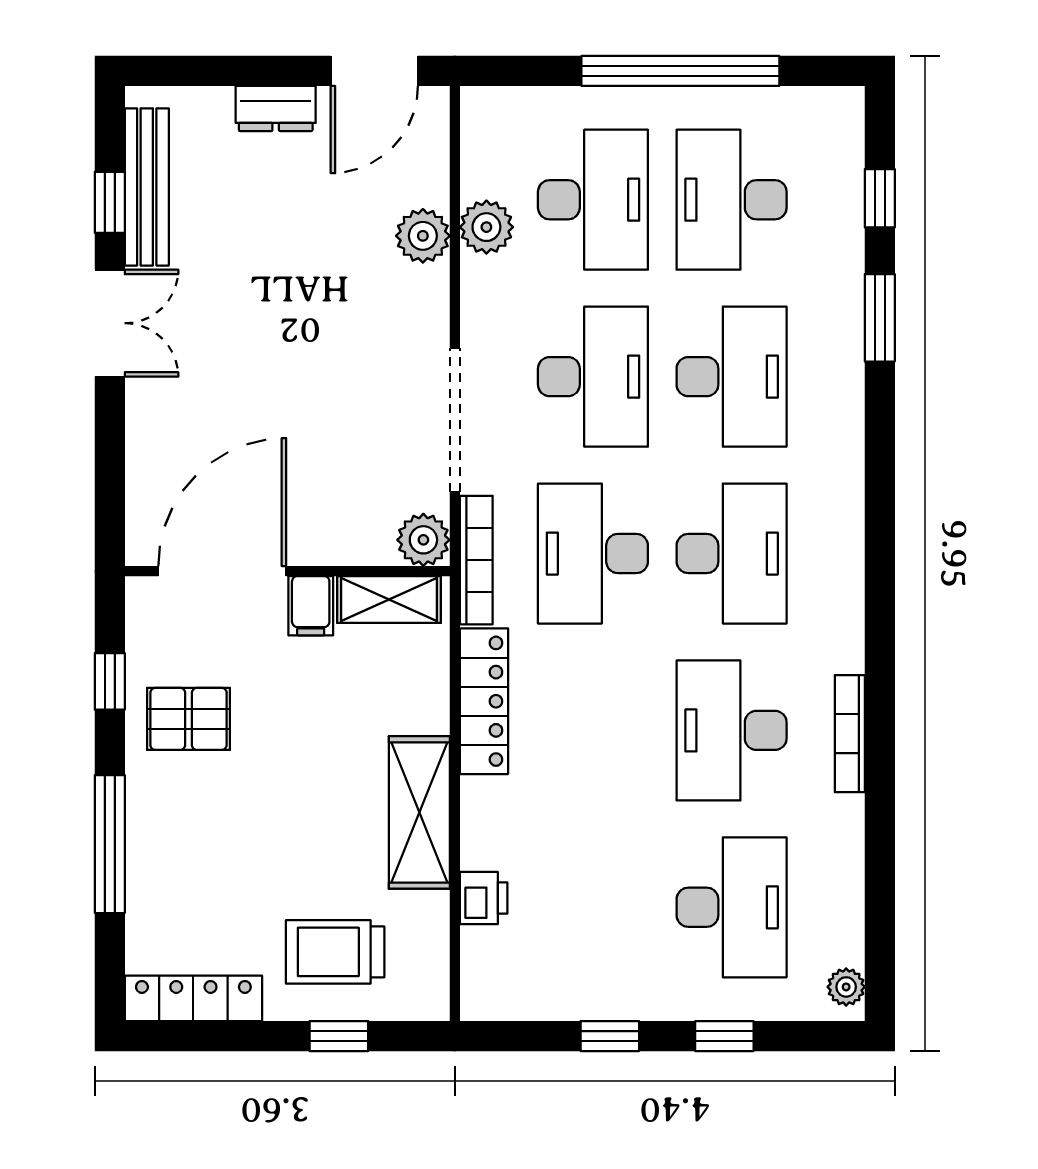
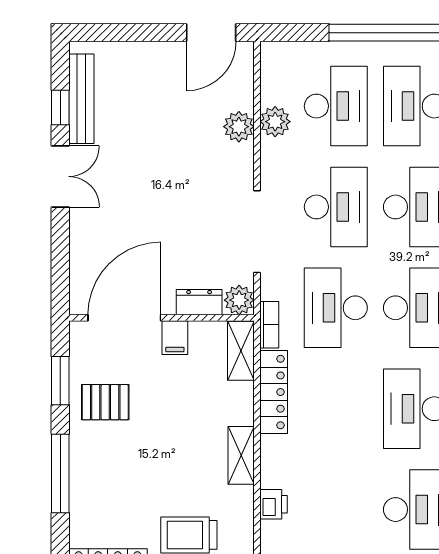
dresser: (276, 108) -> (199, 302), moved, turned 180
bookcase: (476, 560) -> (269, 325), width x0.64
shelving: (389, 599) -> (241, 351), moved, turned 90
window: (110, 681) -> (60, 381), width x1.50
shelving: (419, 812) -> (241, 455), width x0.67, depth x0.75

